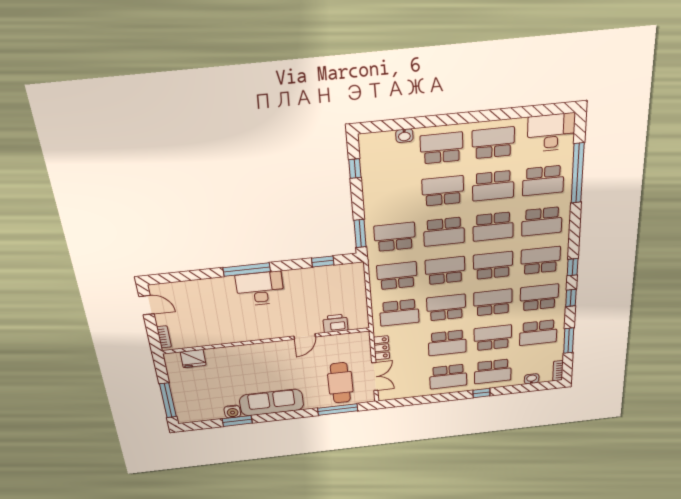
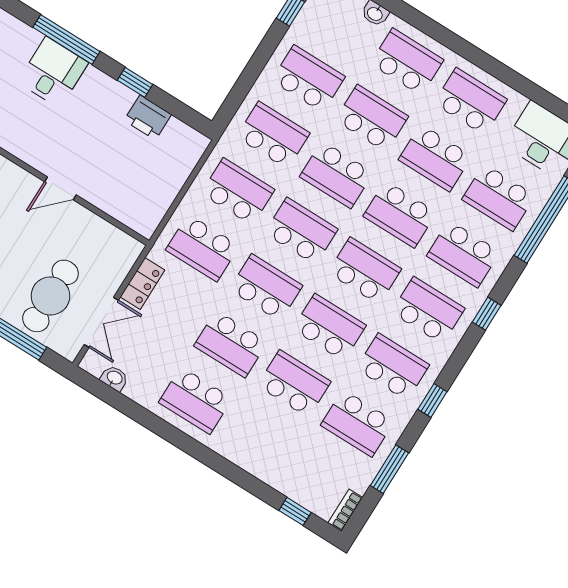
window: (360, 234) -> (236, 98), removed
window: (323, 262) -> (135, 82), moved
window: (573, 267) -> (487, 314), moved
desk: (260, 289) -> (53, 72), width x0.73
printer: (335, 323) -> (148, 117), moved, turned 180
school desk: (493, 371) -> (308, 79), moved, turned 180
washbasin: (532, 379) -> (114, 378), moved
window: (481, 393) -> (295, 511), moved

